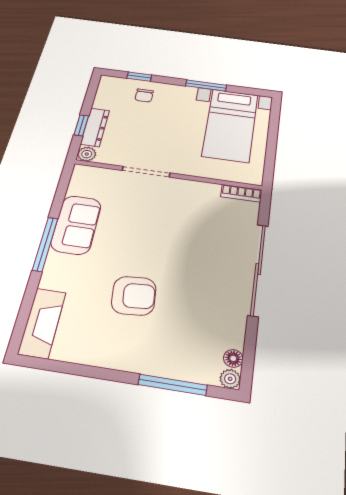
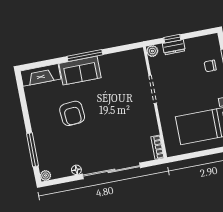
dresser: (95, 127) -> (174, 47), width x0.70
sofa: (76, 225) -> (80, 71), moved
floor lamp: (233, 358) -> (76, 170), moved

